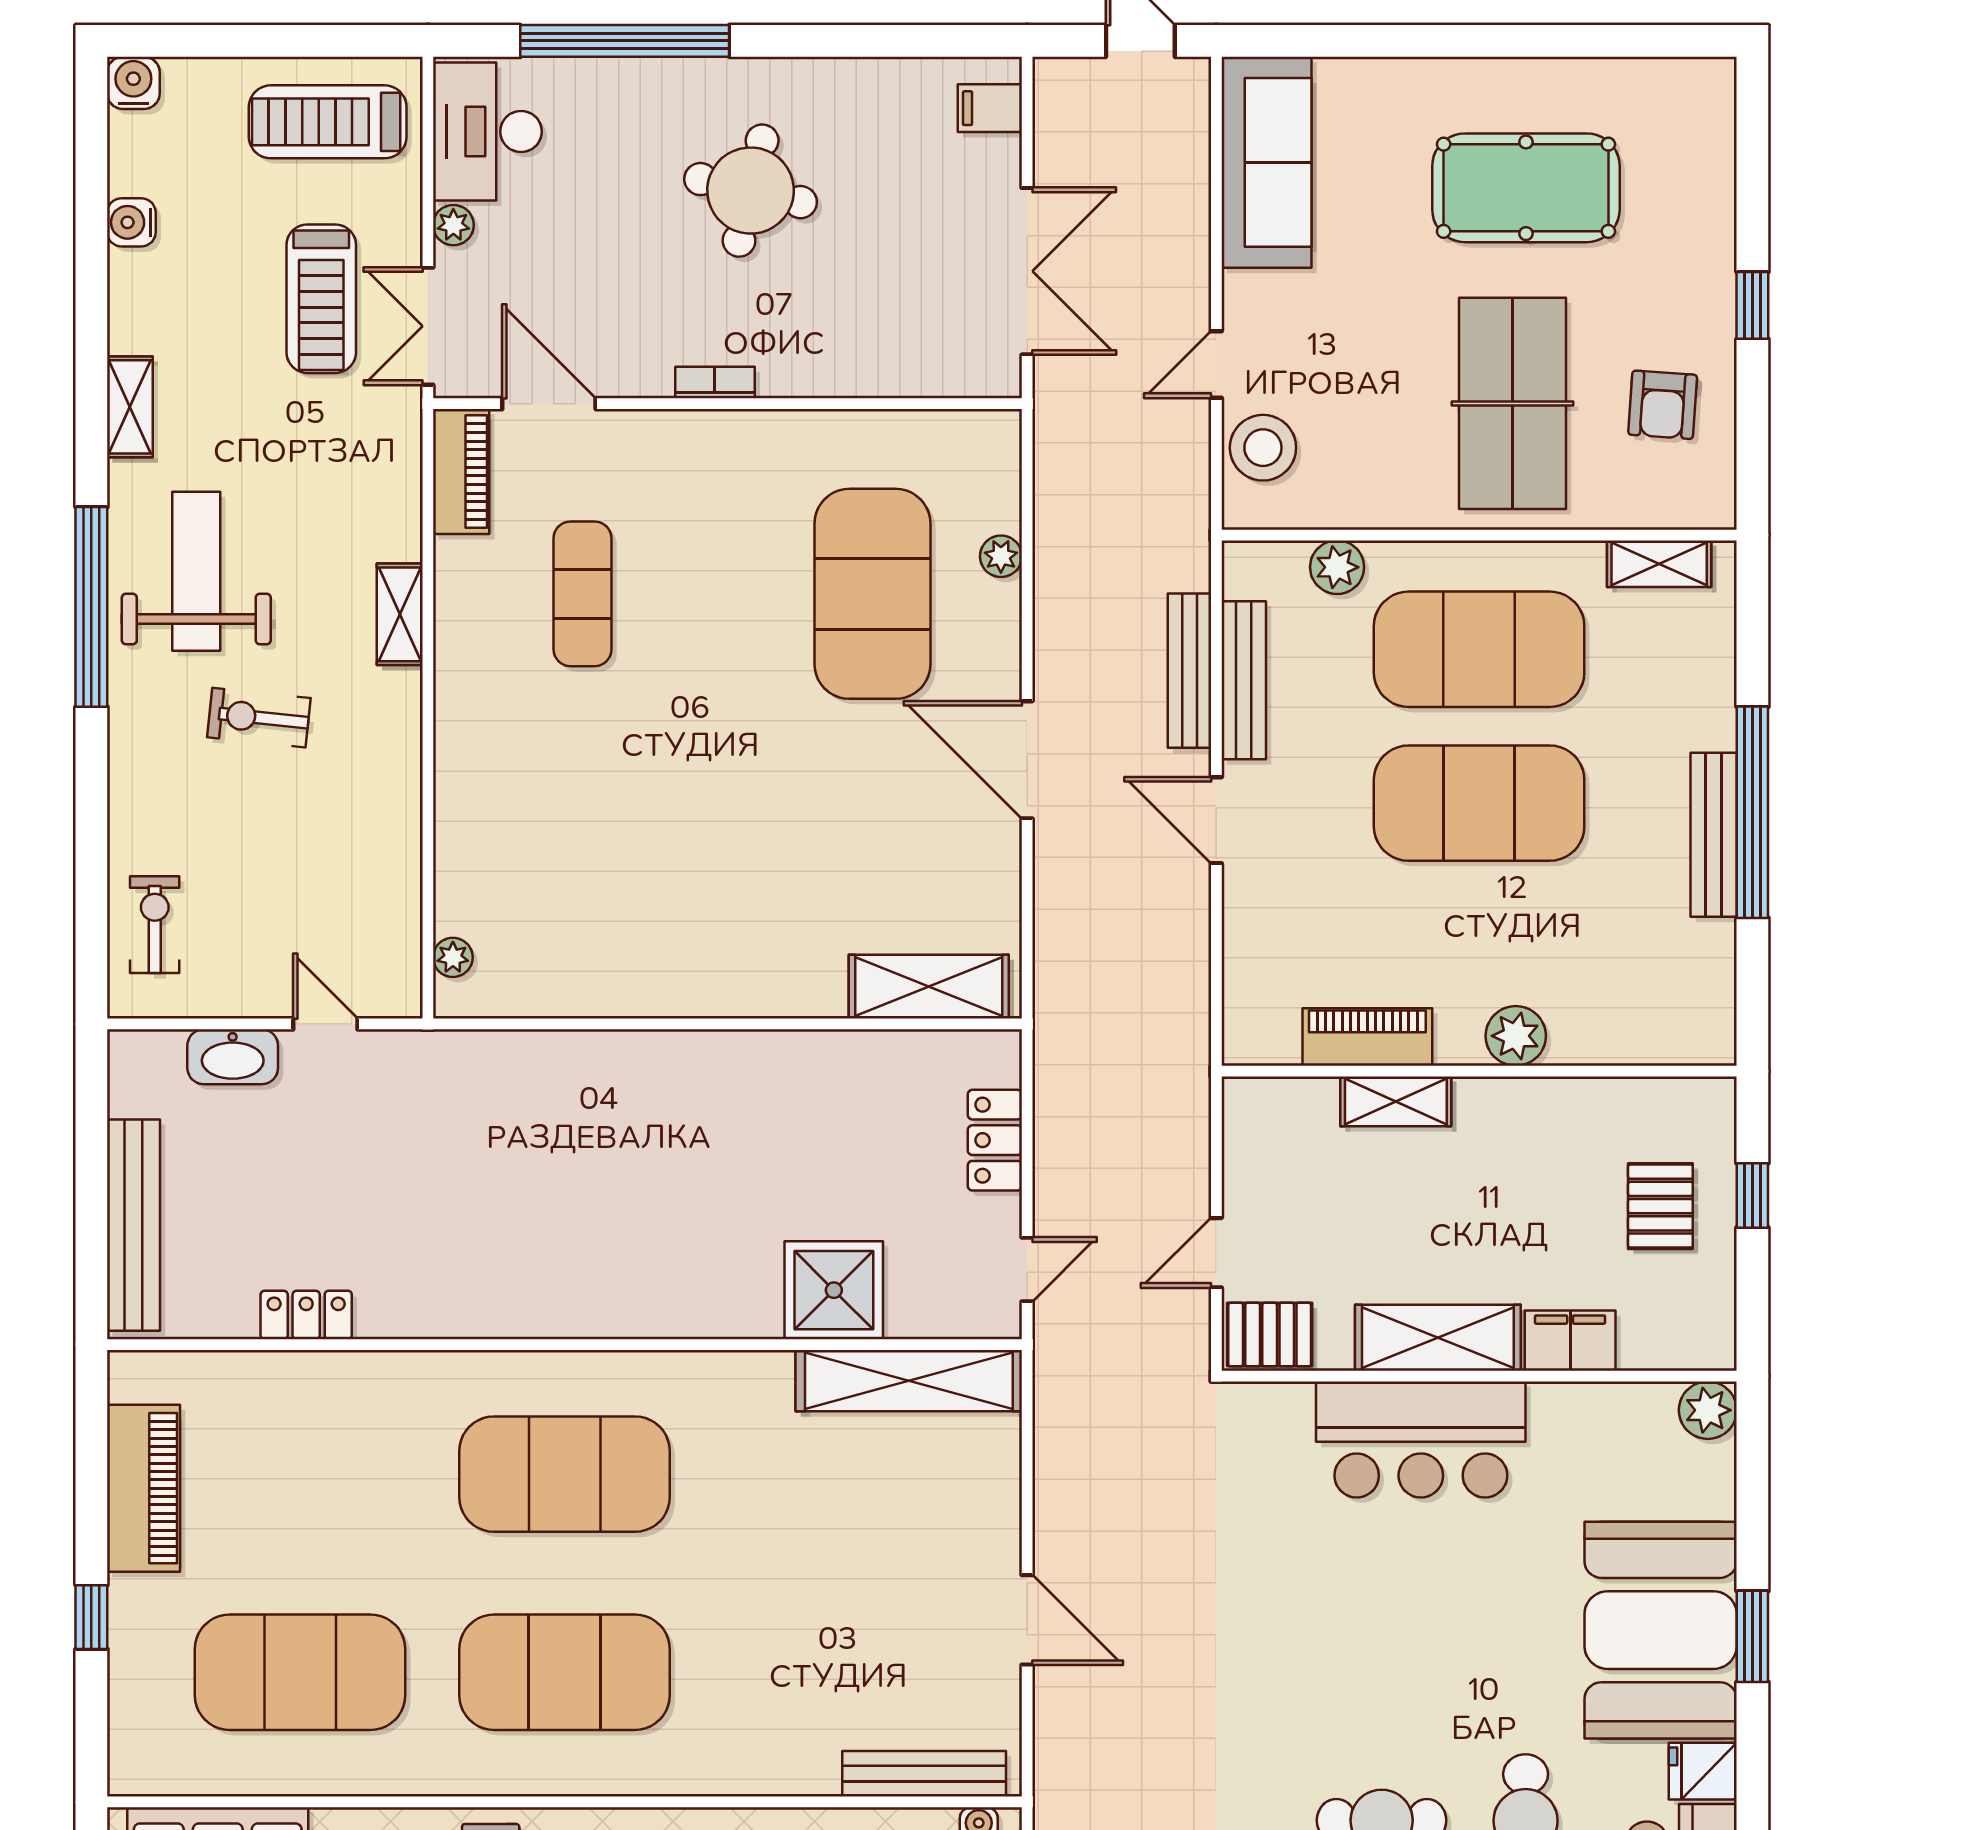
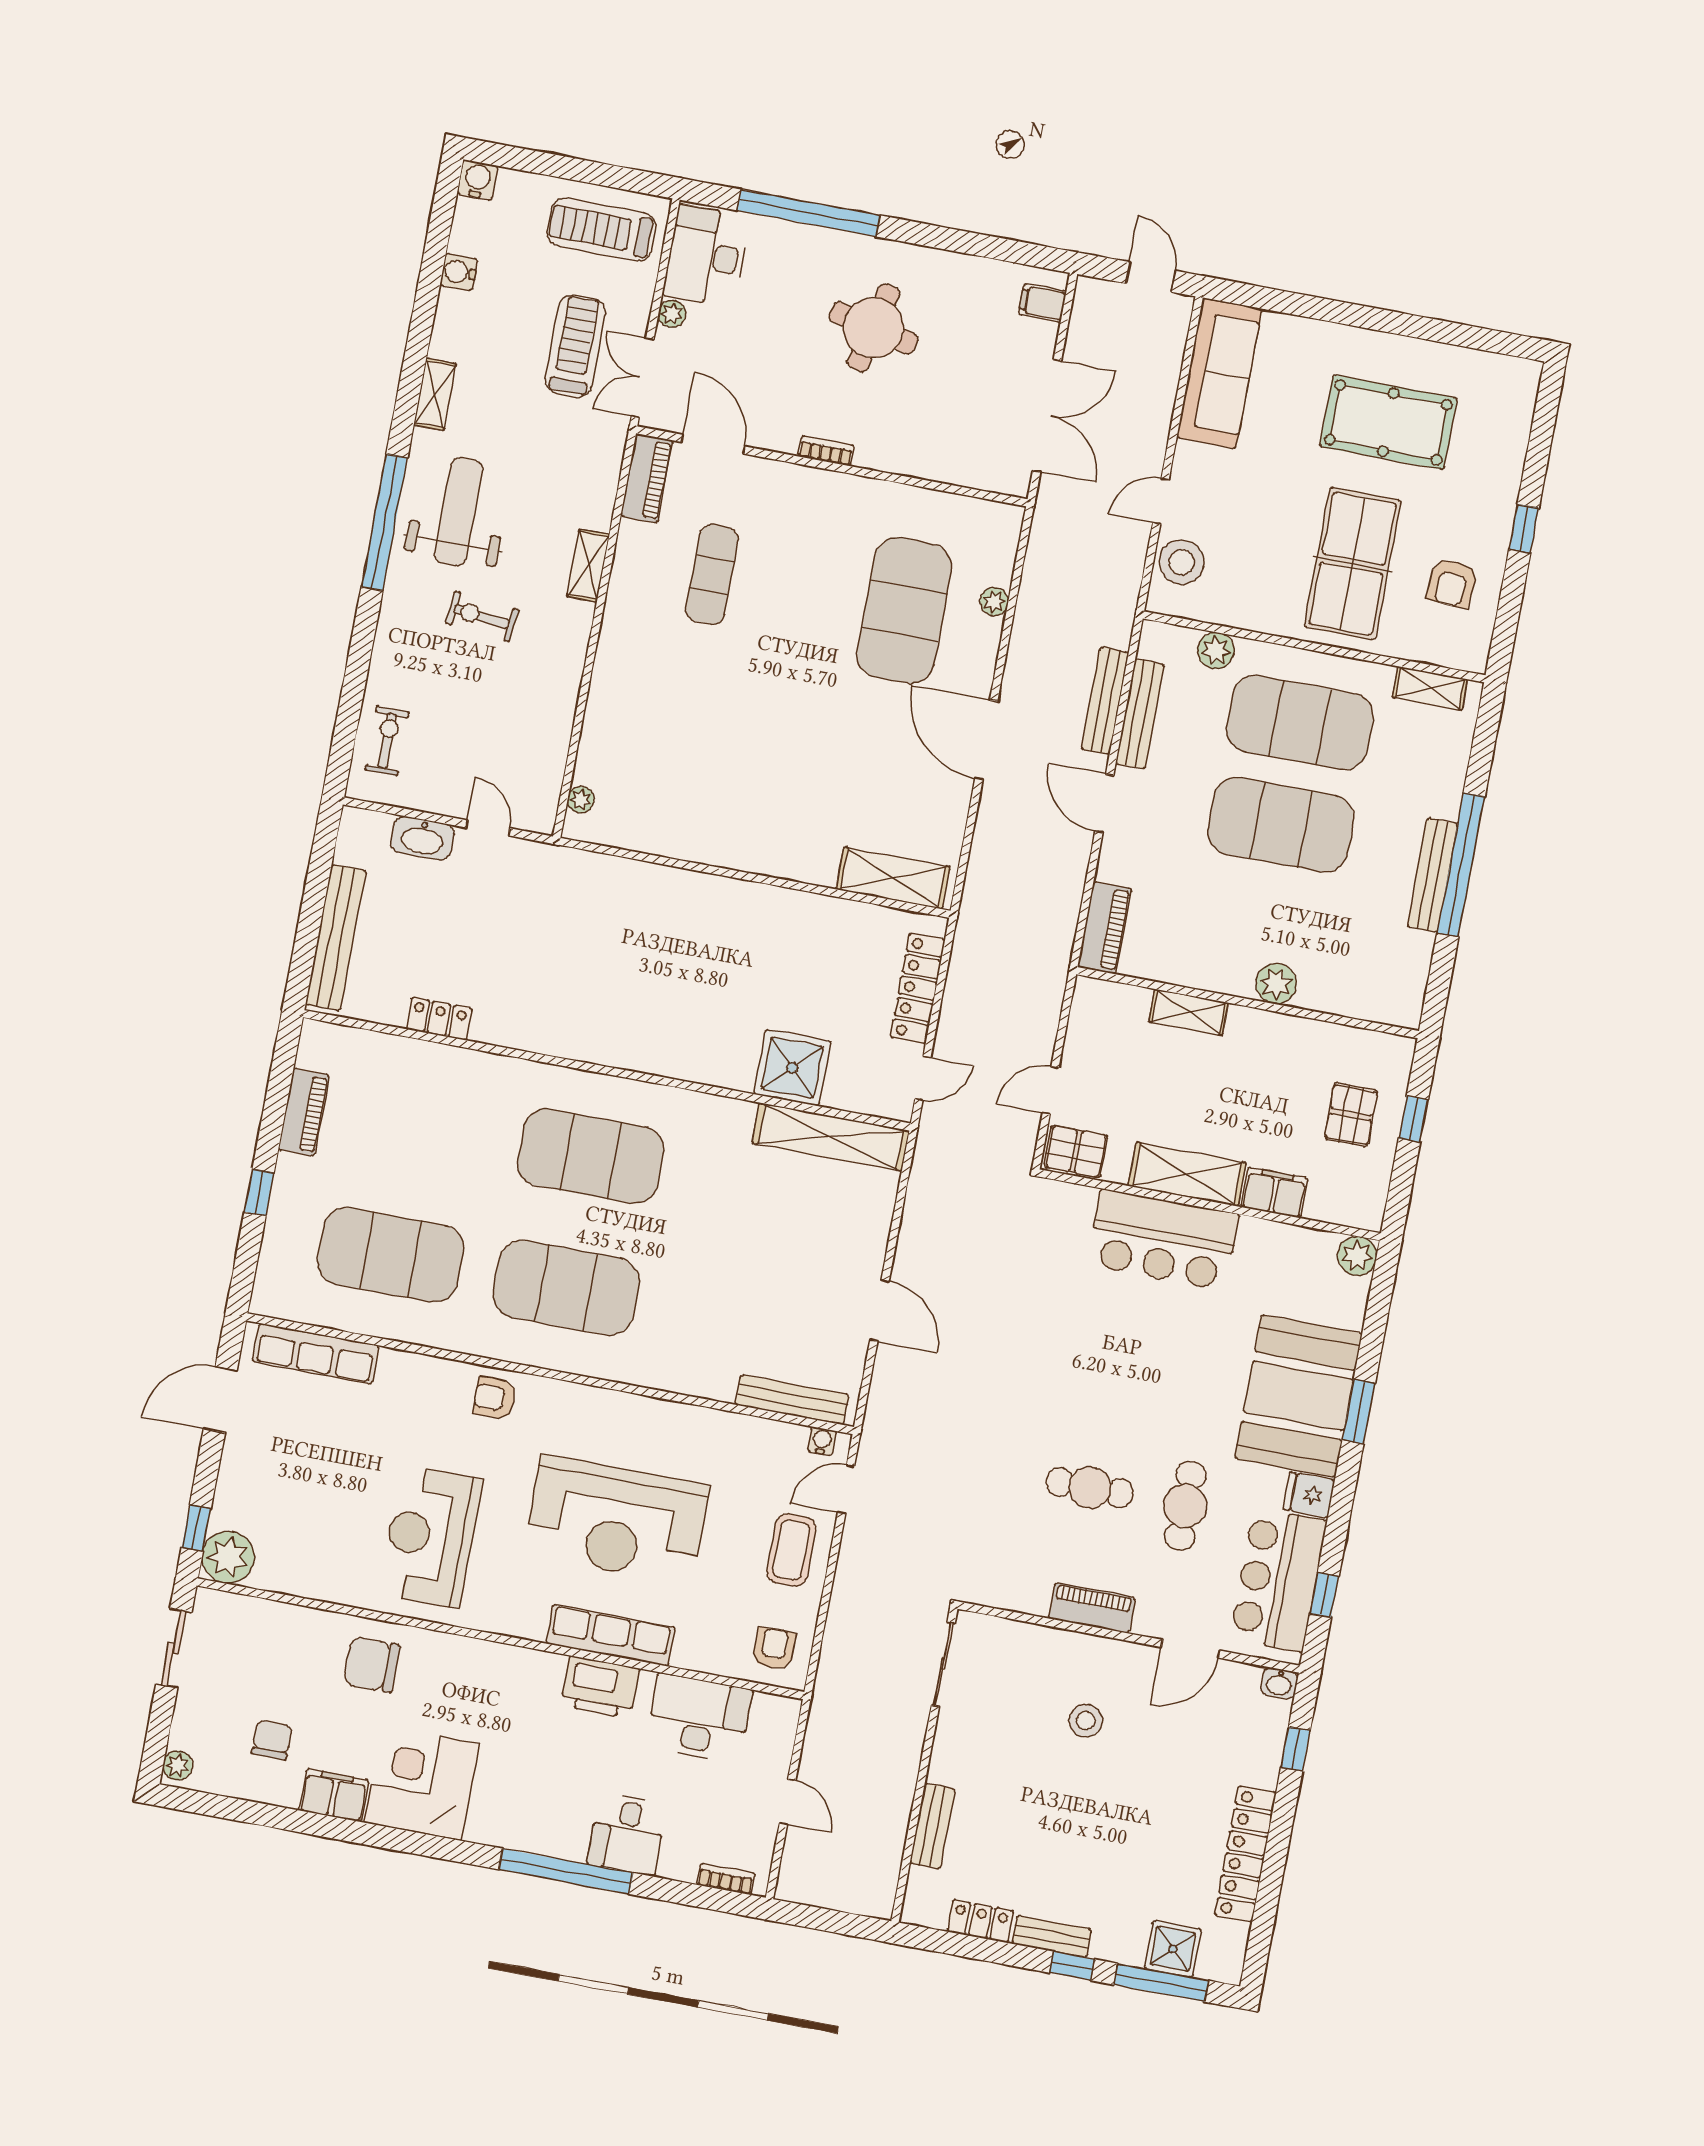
treadmill: (321, 299) -> (575, 346), turned 180
piano: (1367, 1037) -> (1105, 928), moved, turned 90
locker: (995, 1140) -> (918, 988), width x1.53
piano: (144, 1488) -> (304, 1112), width x0.73, depth x0.75

